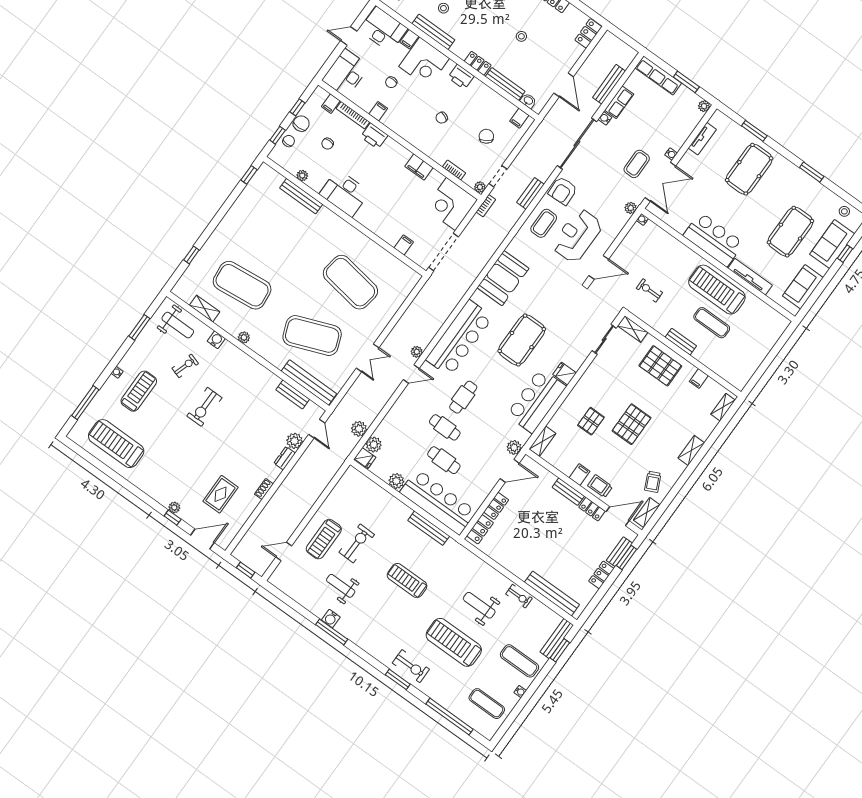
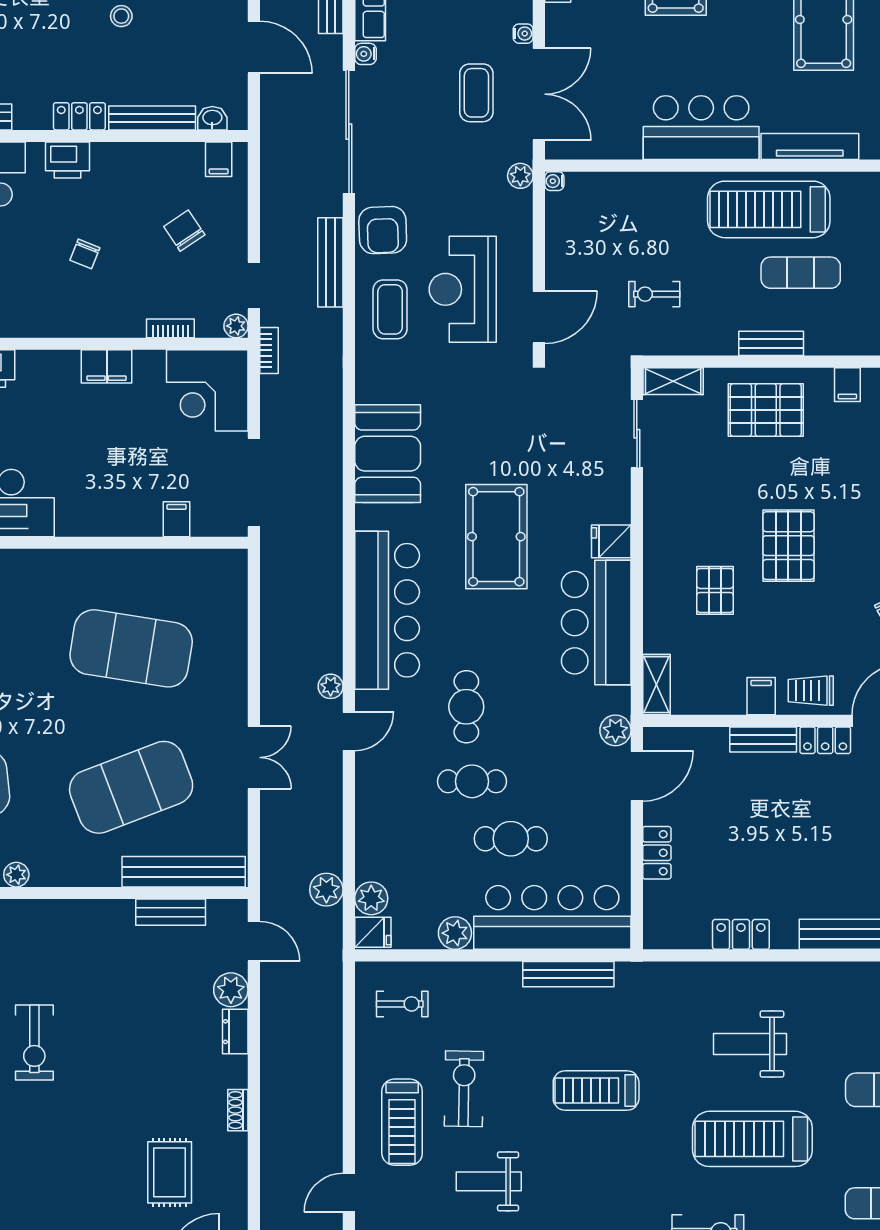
bench: (530, 193) -> (330, 262), width x1.36
locker: (480, 529) -> (741, 934), moved, turned -90
exercise bike: (519, 596) -> (402, 1004), moved

